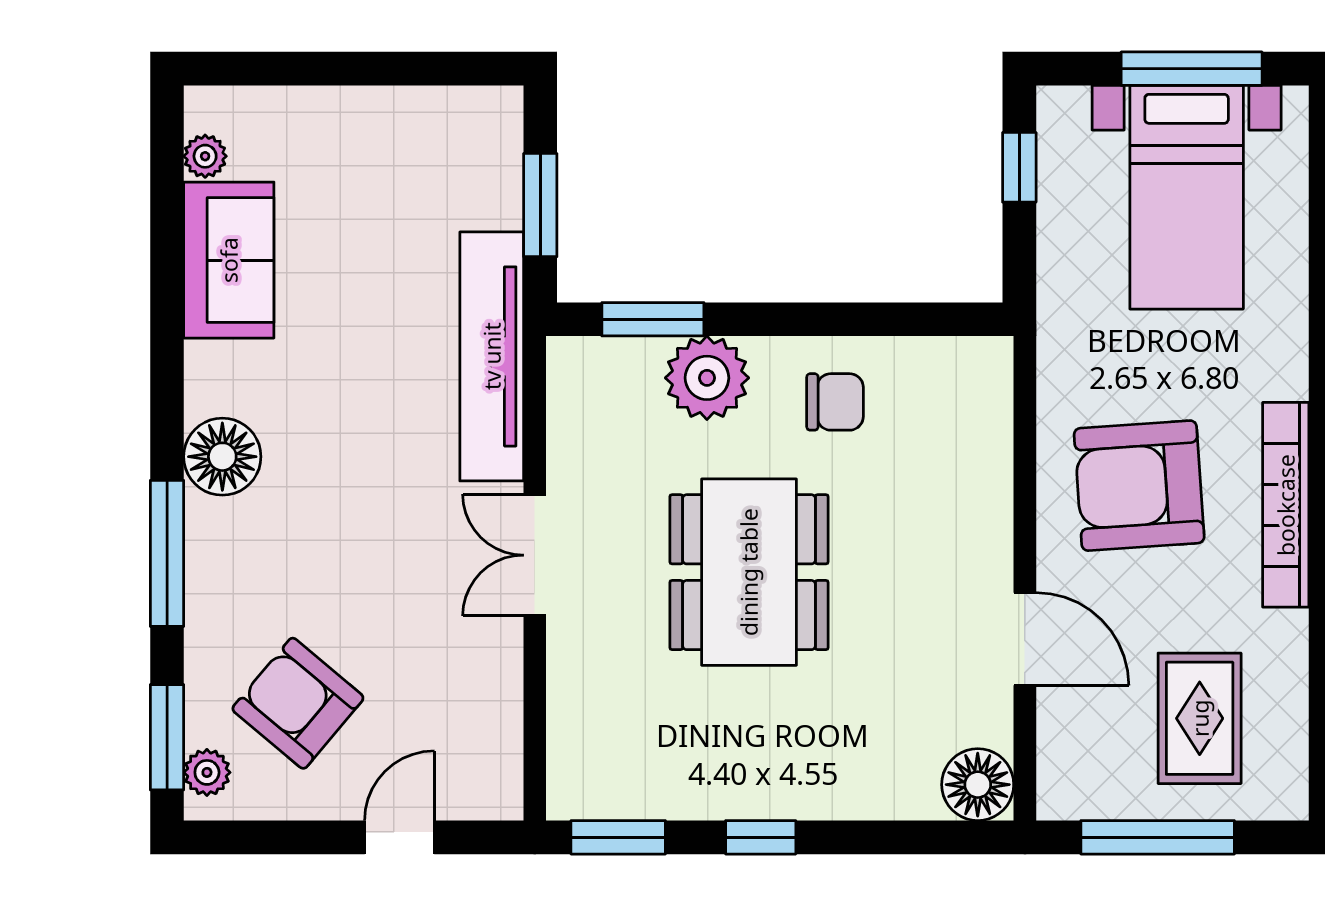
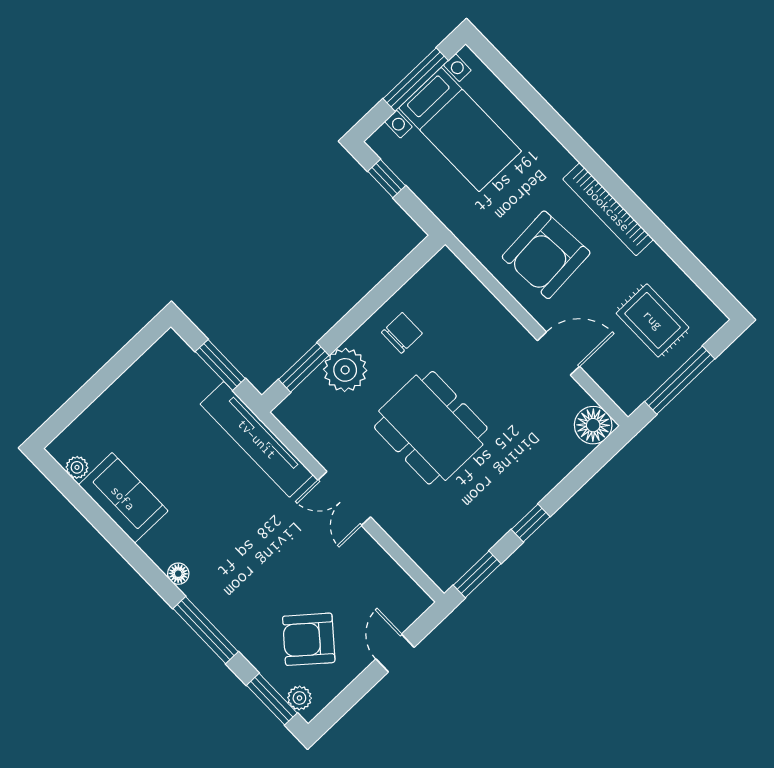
floor lamp: (222, 457) -> (178, 574), width x0.53, depth x0.53

